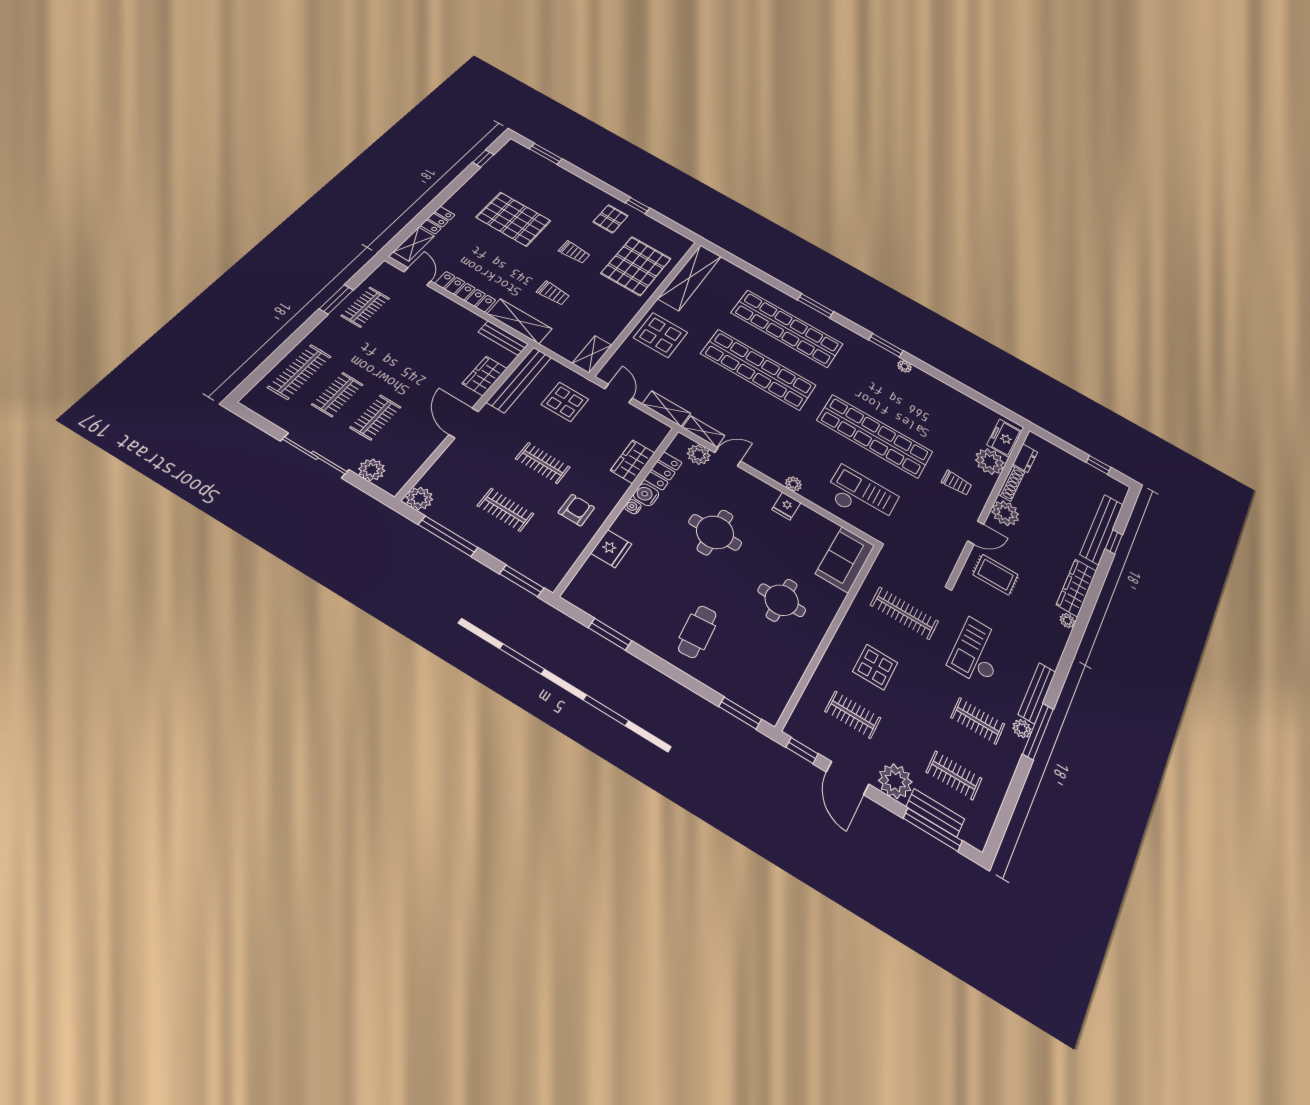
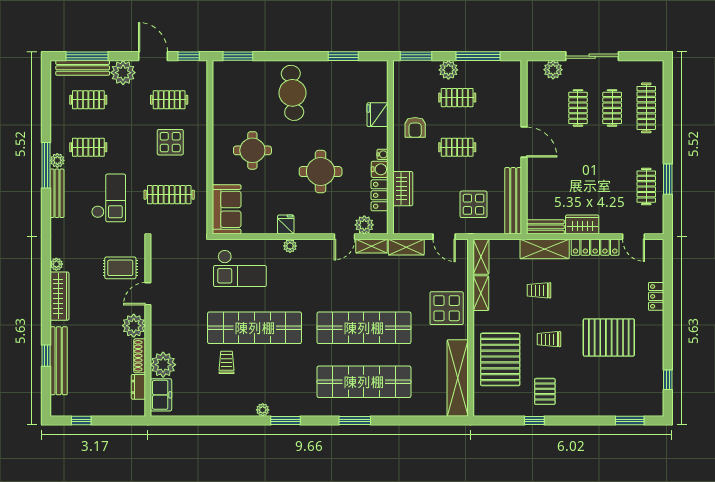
shelving: (414, 244) -> (481, 293), moved
wardrobe: (485, 376) -> (582, 225), moved, turned -90
trolley: (957, 483) -> (227, 362), moved, turned 90
plant: (419, 498) -> (448, 70), moved
cafe table: (697, 632) -> (292, 93), width x1.37, depth x1.35
bench: (935, 813) -> (83, 68), width x1.36

